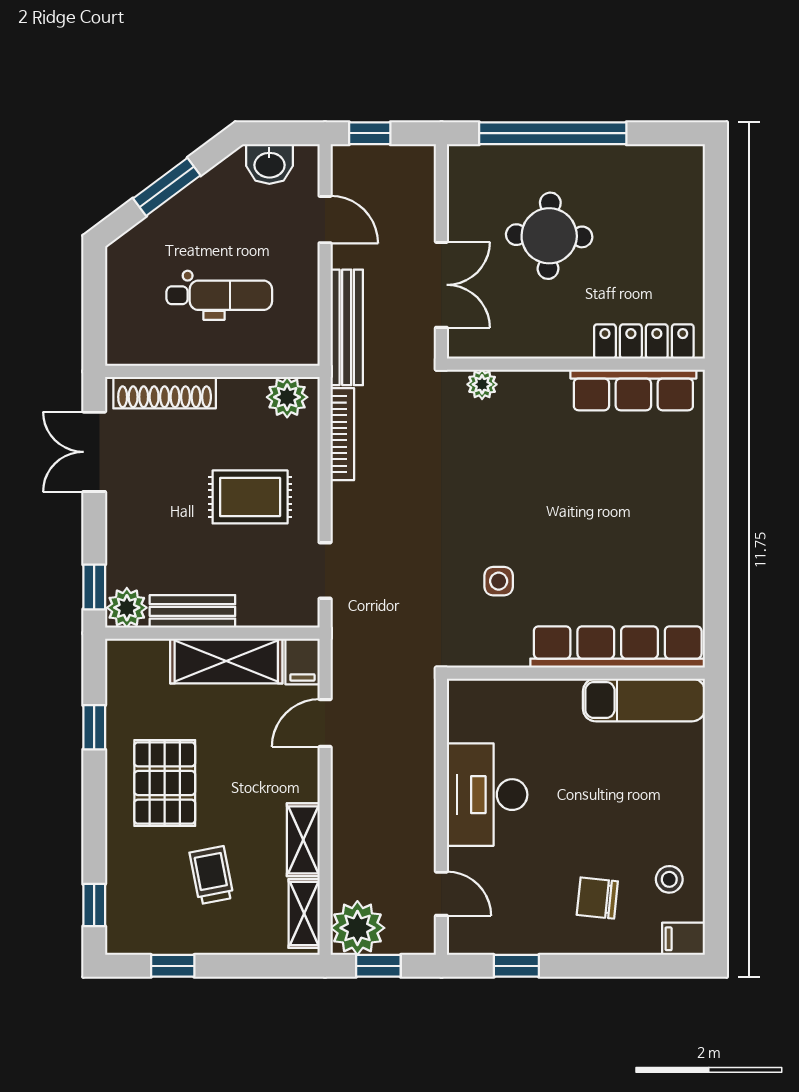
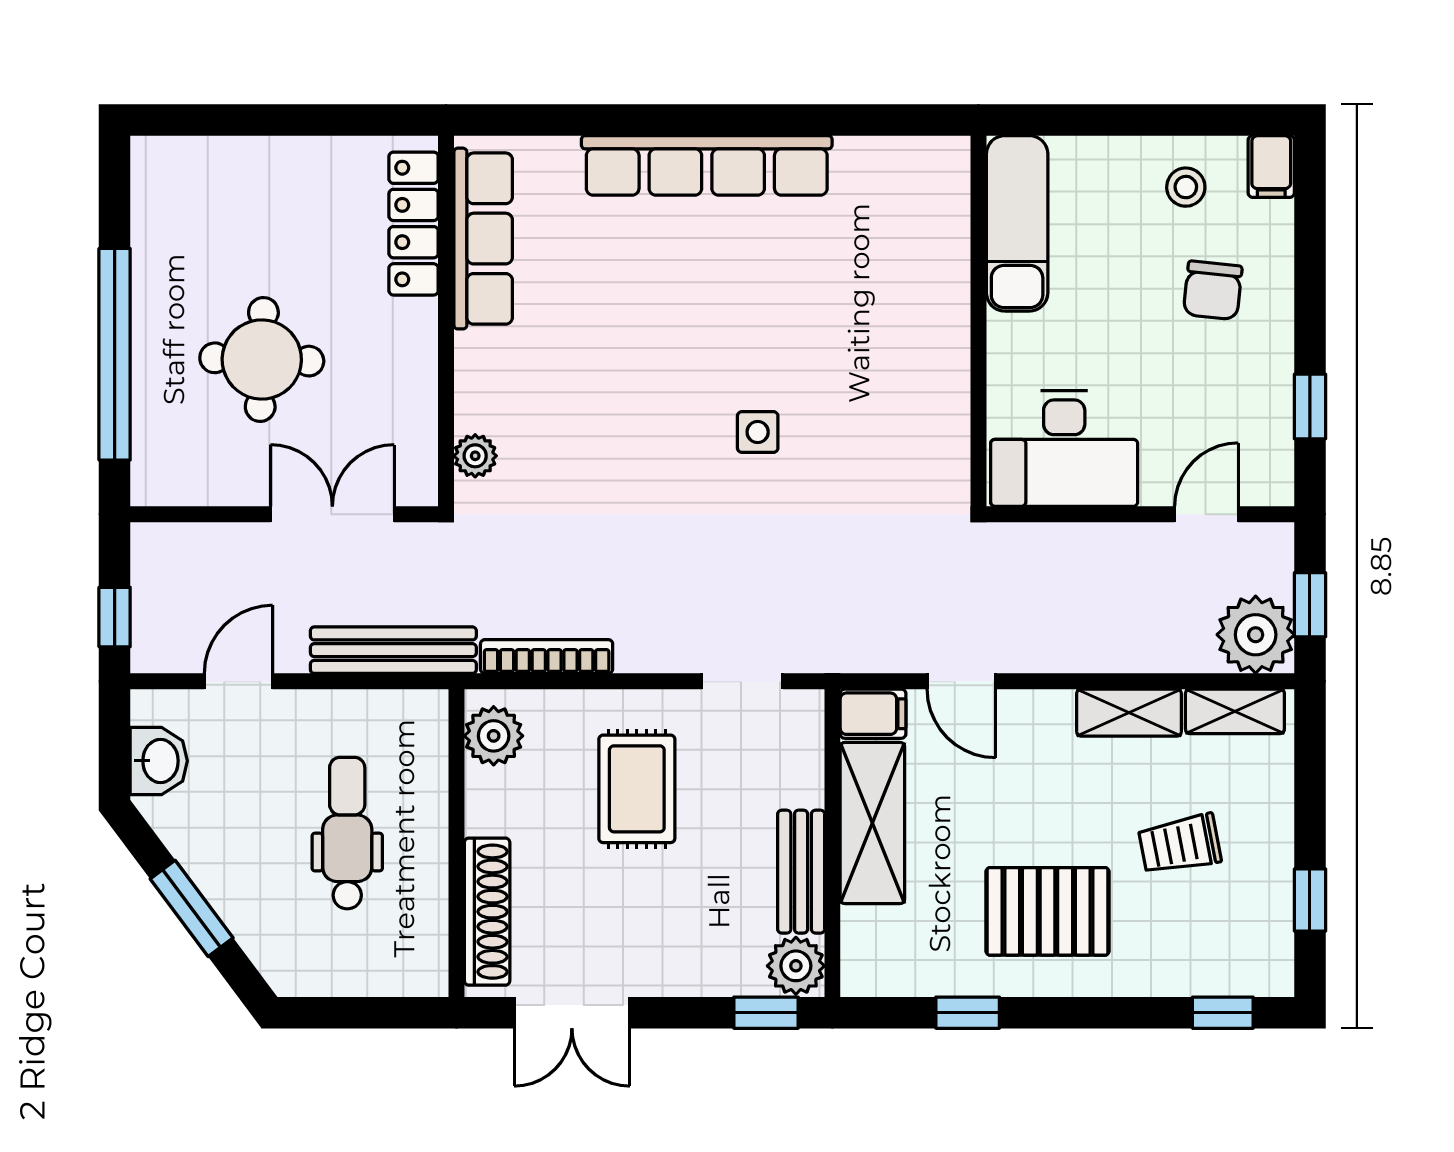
row of seats: (618, 647) -> (707, 165), moved, turned -90
wall: (576, 673) -> (979, 321), moved
exam couch: (644, 700) -> (1017, 223), moved

